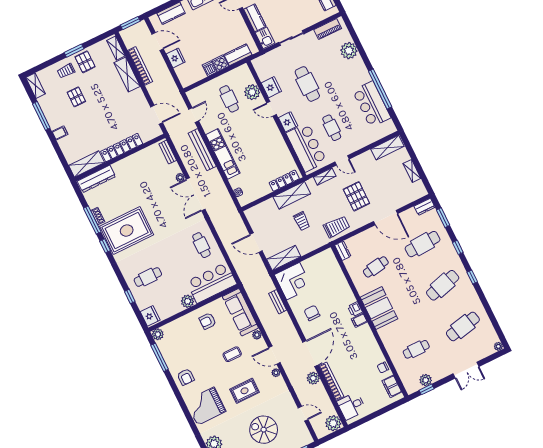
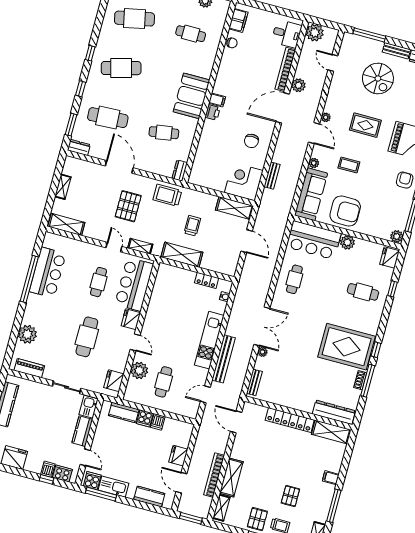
fridge: (271, 87) -> (114, 381), moved
locker: (284, 181) -> (207, 280), moved, width x0.66
armchair: (208, 321) -> (345, 211), width x1.88, depth x1.88

